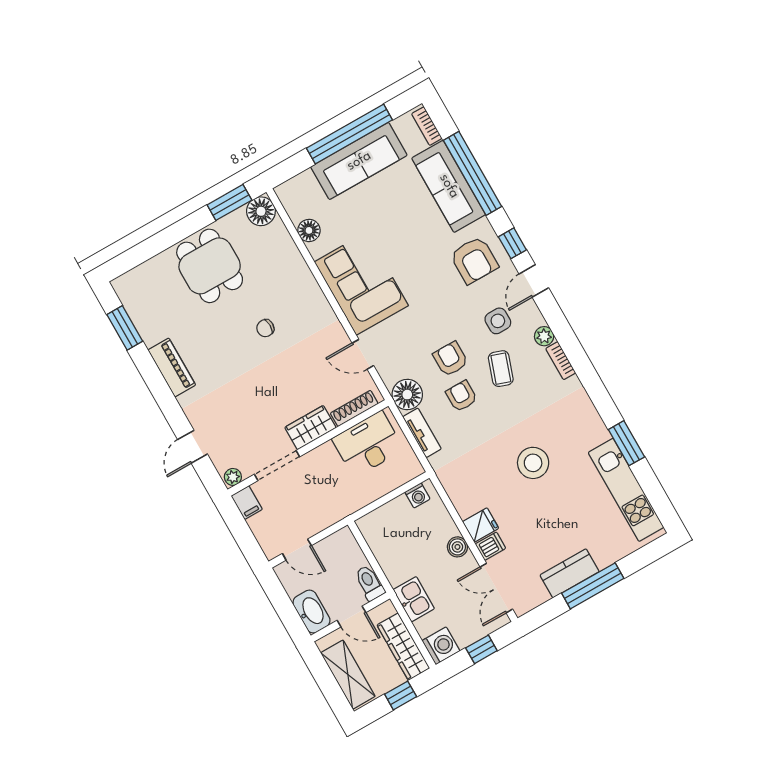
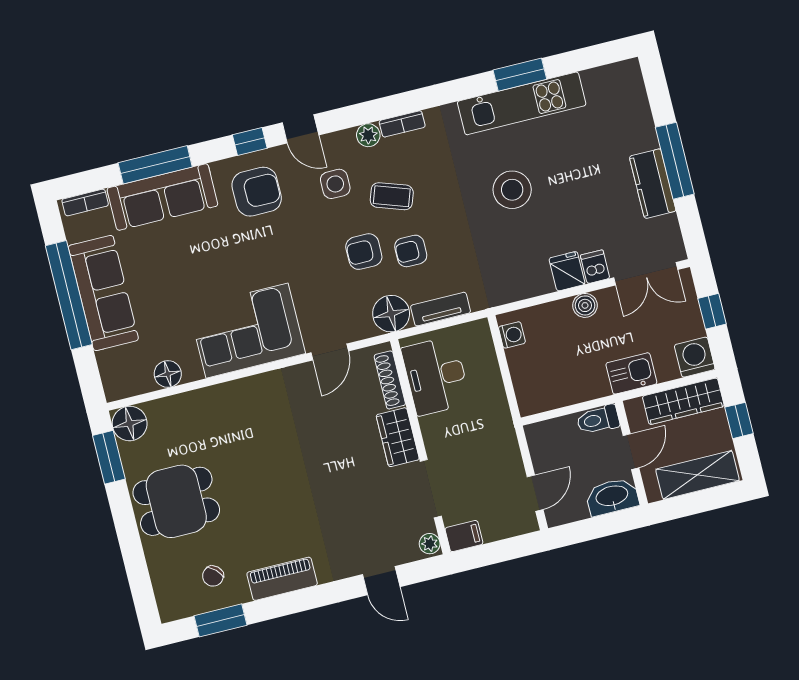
window: (473, 173) -> (155, 165), width x0.68
chair: (265, 328) -> (213, 576), moved, turned 44
kitchen unit: (626, 490) -> (522, 103), moved

